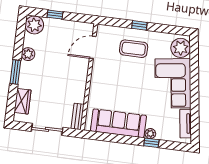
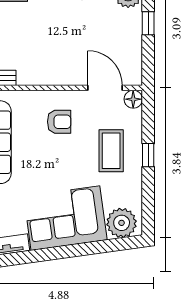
floor lamp: (102, 30) -> (133, 99), added
armchair: (111, 80) -> (59, 122), added

